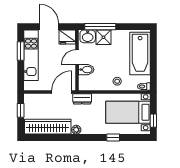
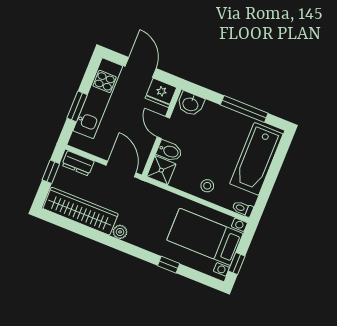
window: (100, 27) -> (244, 109), moved
shower: (103, 37) -> (161, 170), moved
window: (21, 51) -> (77, 106), moved
door: (77, 57) -> (163, 128), hinge flipped
door: (62, 92) -> (121, 169), hinge flipped
dresser: (82, 99) -> (78, 163), moved

